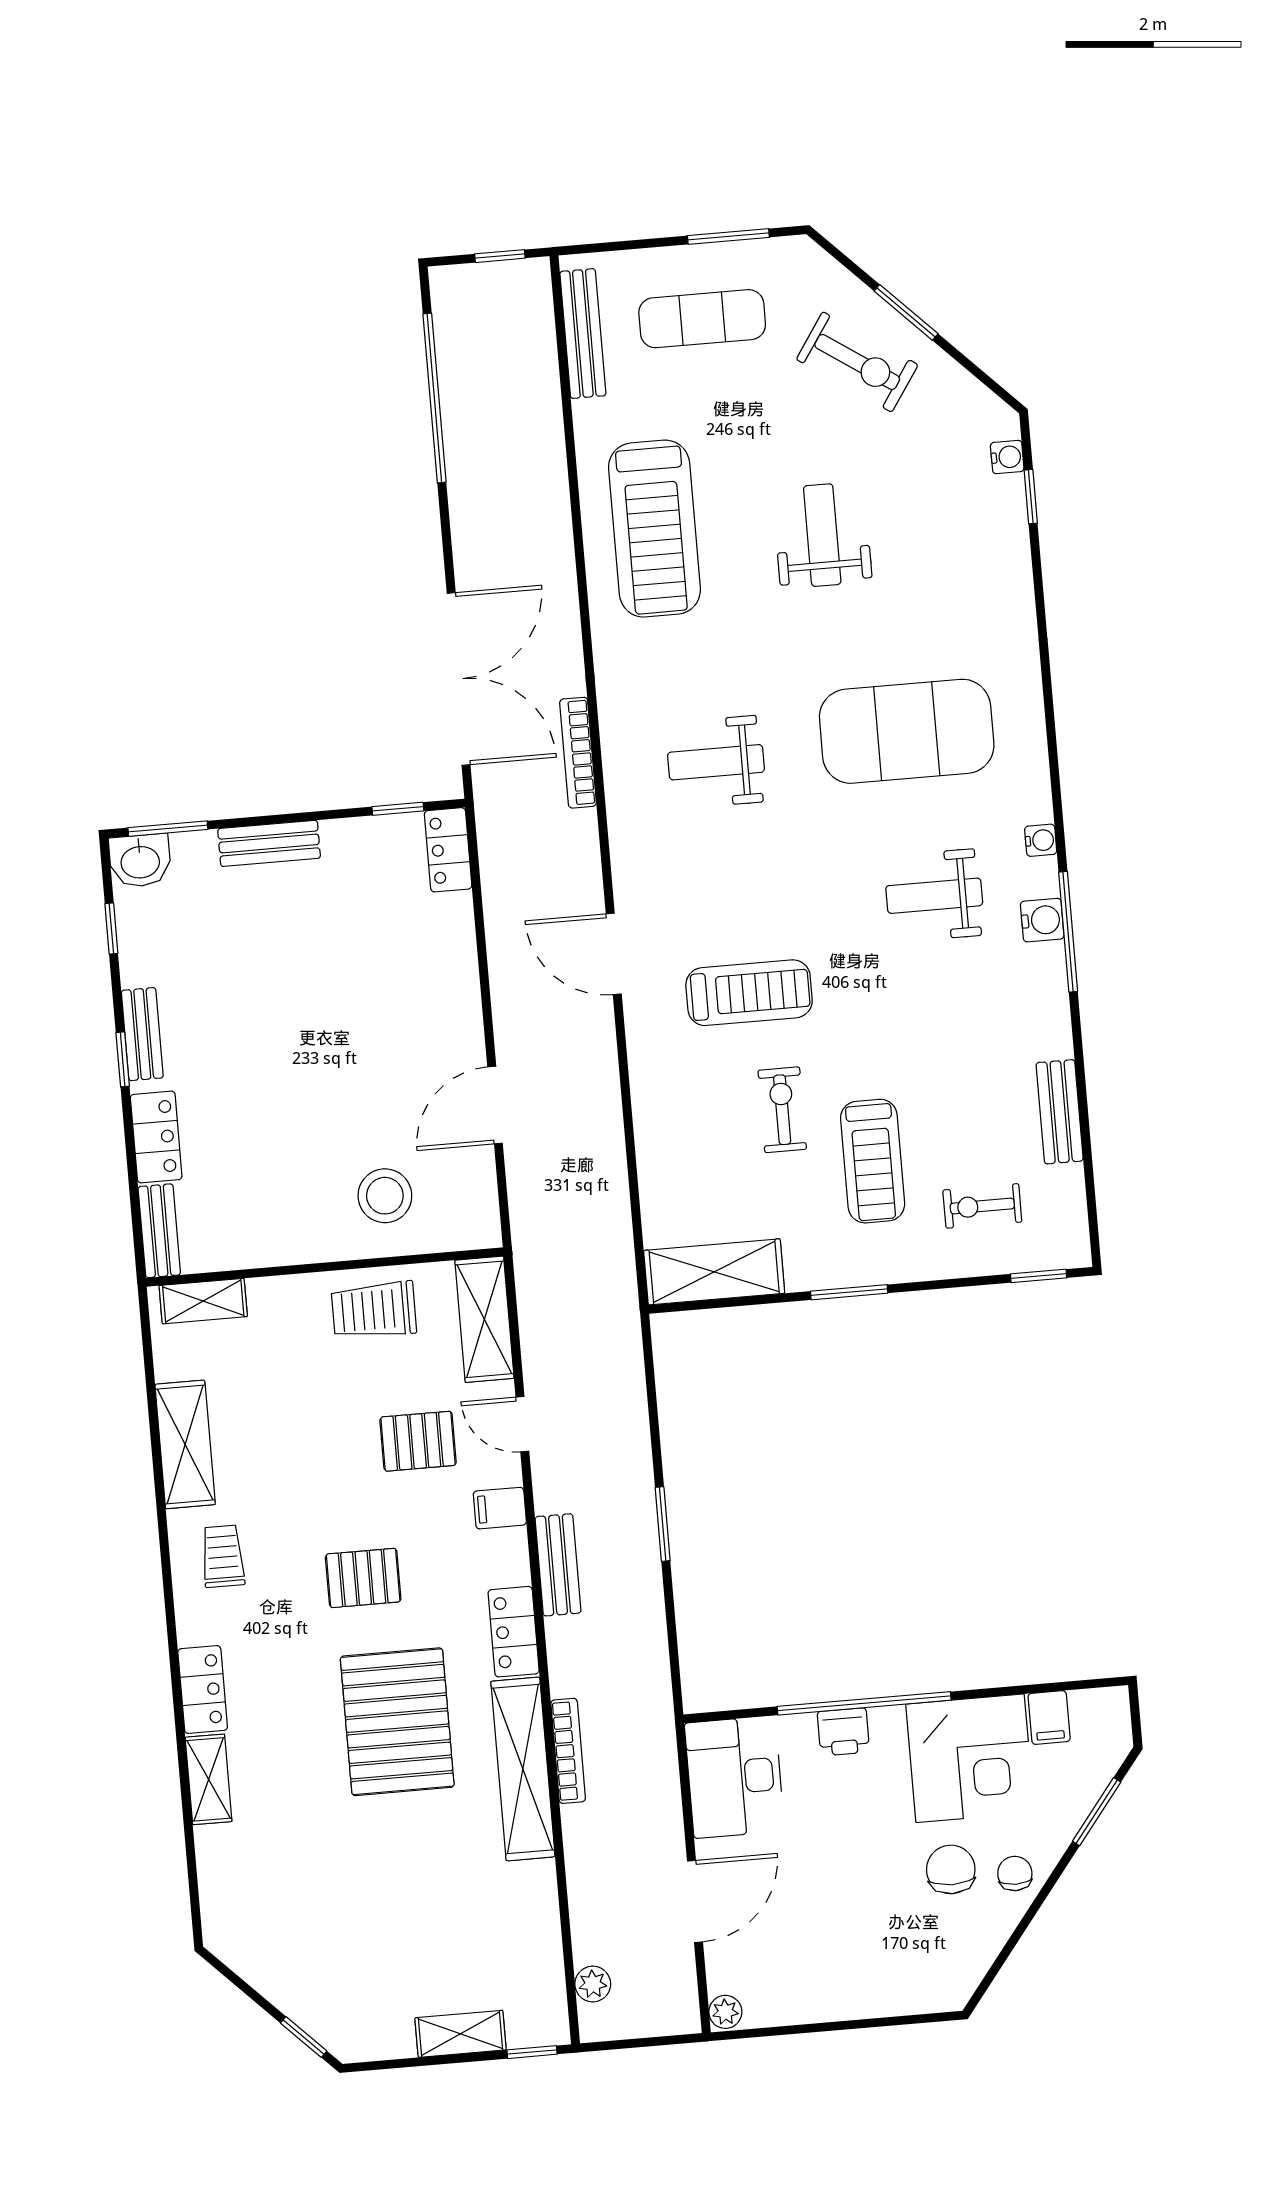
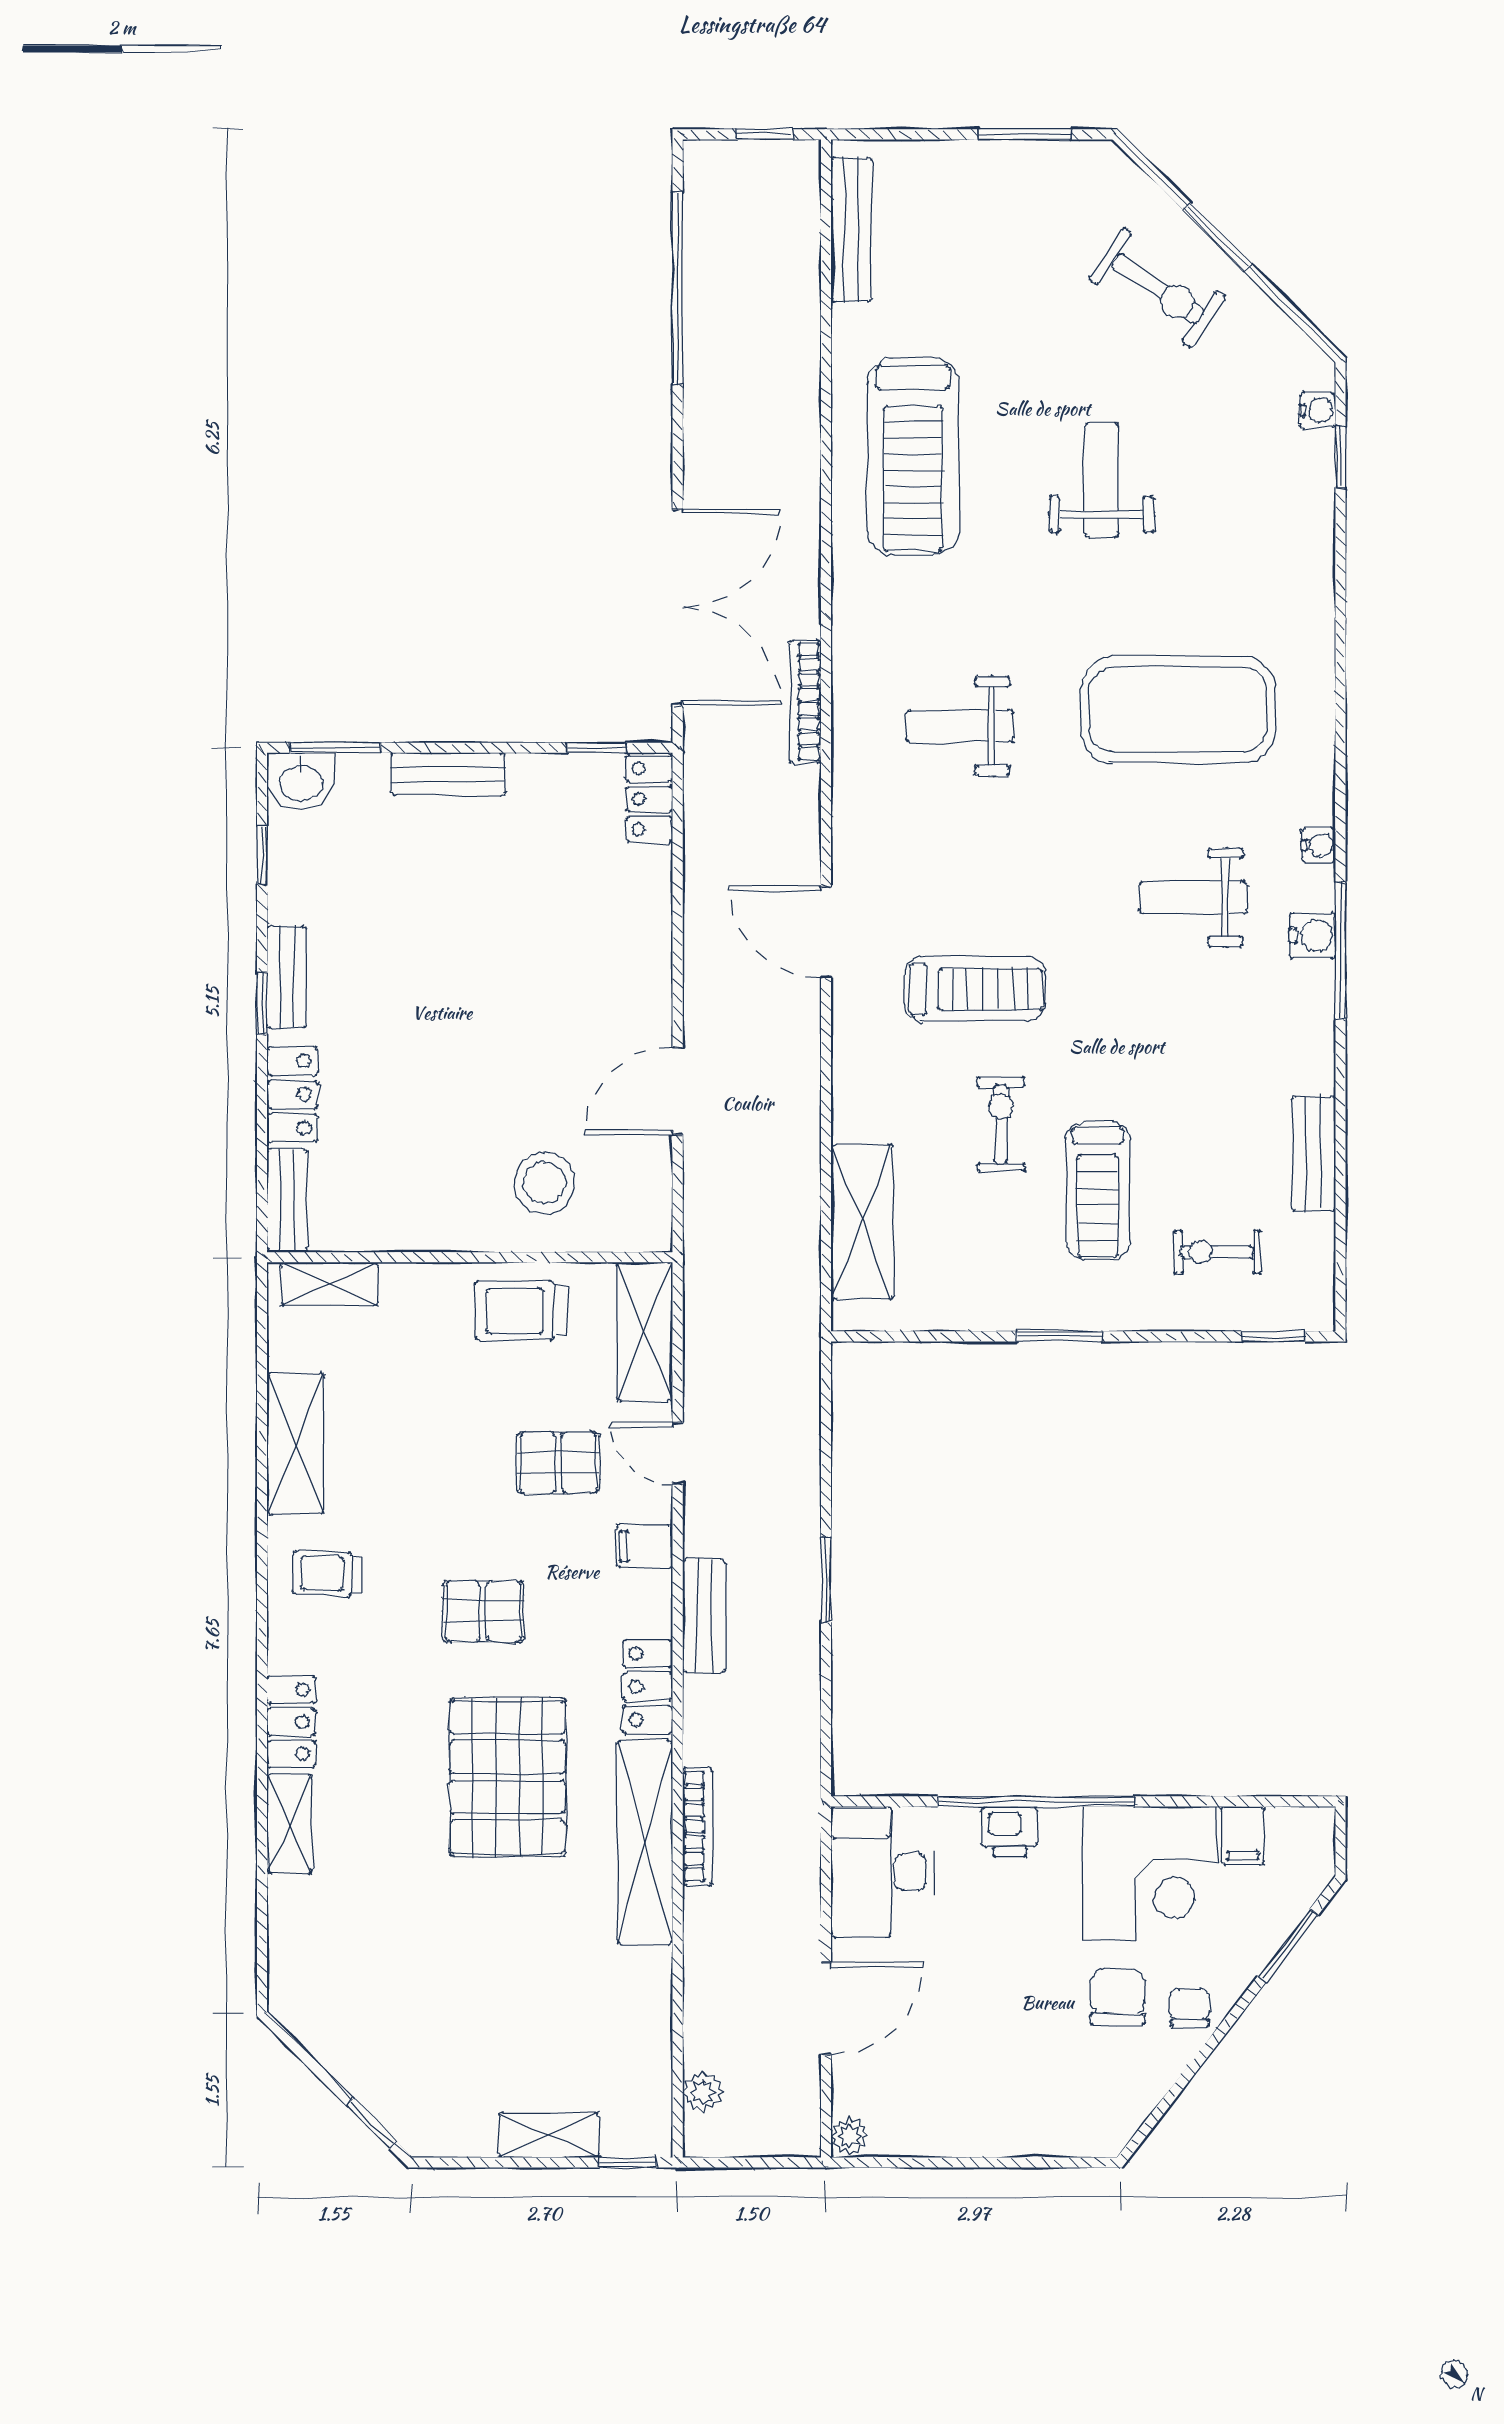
exercise mat: (702, 319) -> (987, 225), removed
shelving: (714, 1272) -> (862, 1222), moved, turned 90
trolley: (223, 1556) -> (327, 1574), turned -88

